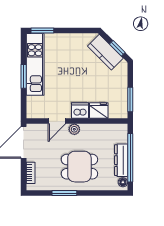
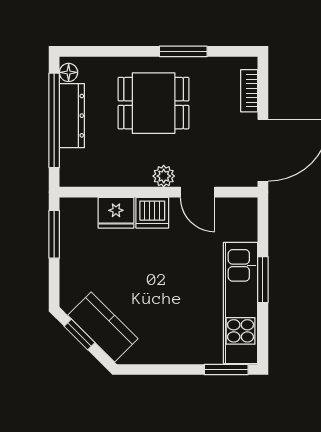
door: (57, 121) -> (198, 192), swing flipped

